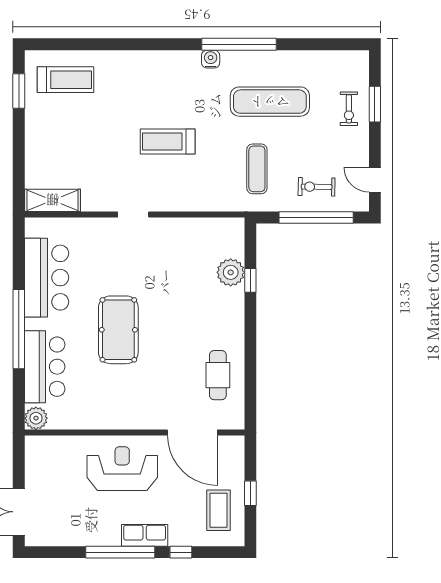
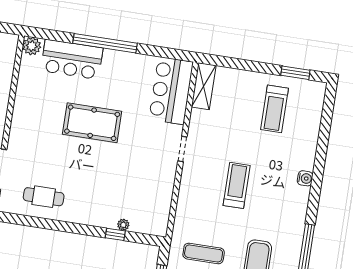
water cooler: (211, 59) -> (305, 178), moved
treadmill: (66, 80) -> (274, 109), moved
plant: (231, 272) -> (123, 225), width x0.53, depth x0.53
bar counter: (47, 278) -> (171, 91), moved, turned 90

